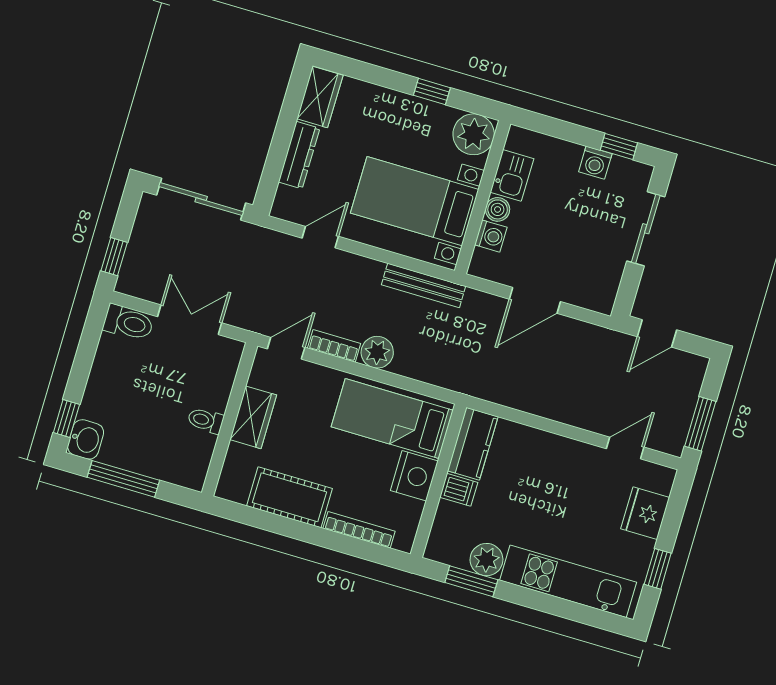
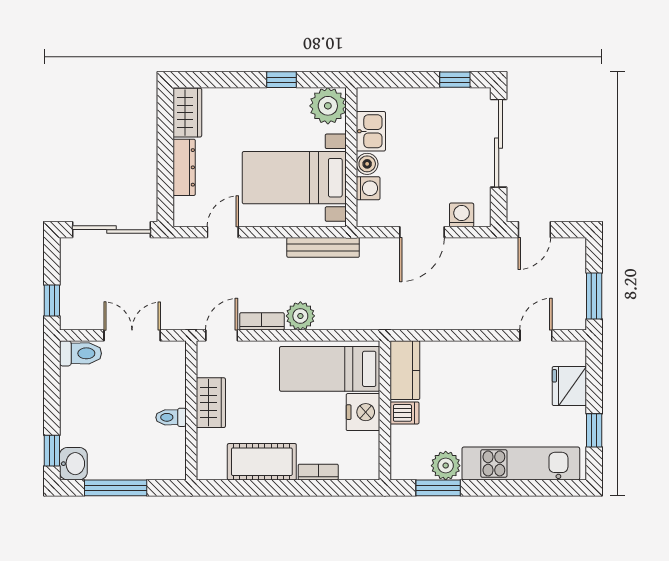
washing machine: (595, 163) -> (462, 215), moved, turned 180
sliding door: (646, 229) -> (499, 143), width x1.37
bookcase: (359, 530) -> (318, 472), width x0.64

